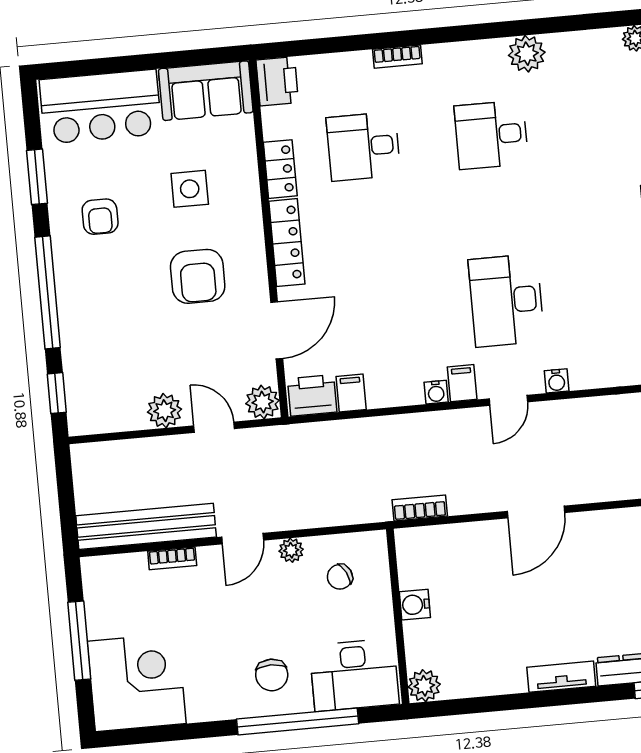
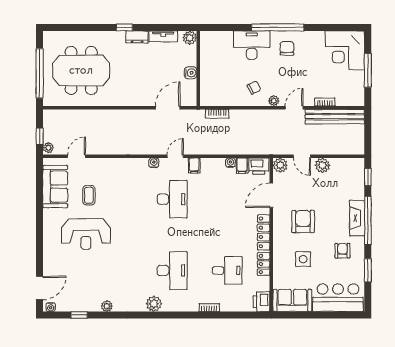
desk: (491, 135) -> (172, 270), width x1.37
fireplace: (73, 296) -> (357, 218), added
water cooler: (436, 392) -> (230, 163), moved
water cooler: (415, 605) -> (191, 73), moved
wall: (398, 616) -> (198, 68), moved
plant: (424, 686) -> (190, 38), moved

